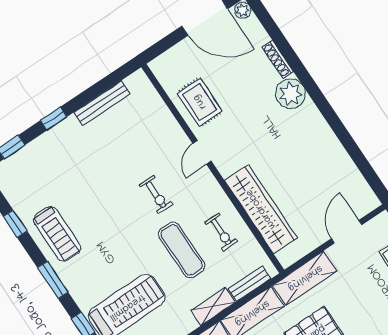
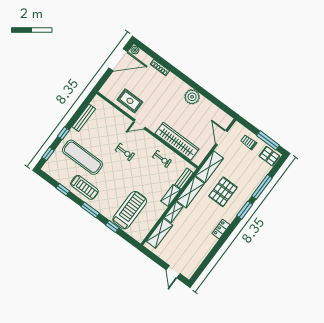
plant: (291, 94) -> (192, 97), moved
door: (202, 152) -> (139, 124), hinge flipped
exercise mat: (182, 250) -> (82, 157), moved, width x1.36, depth x1.45

